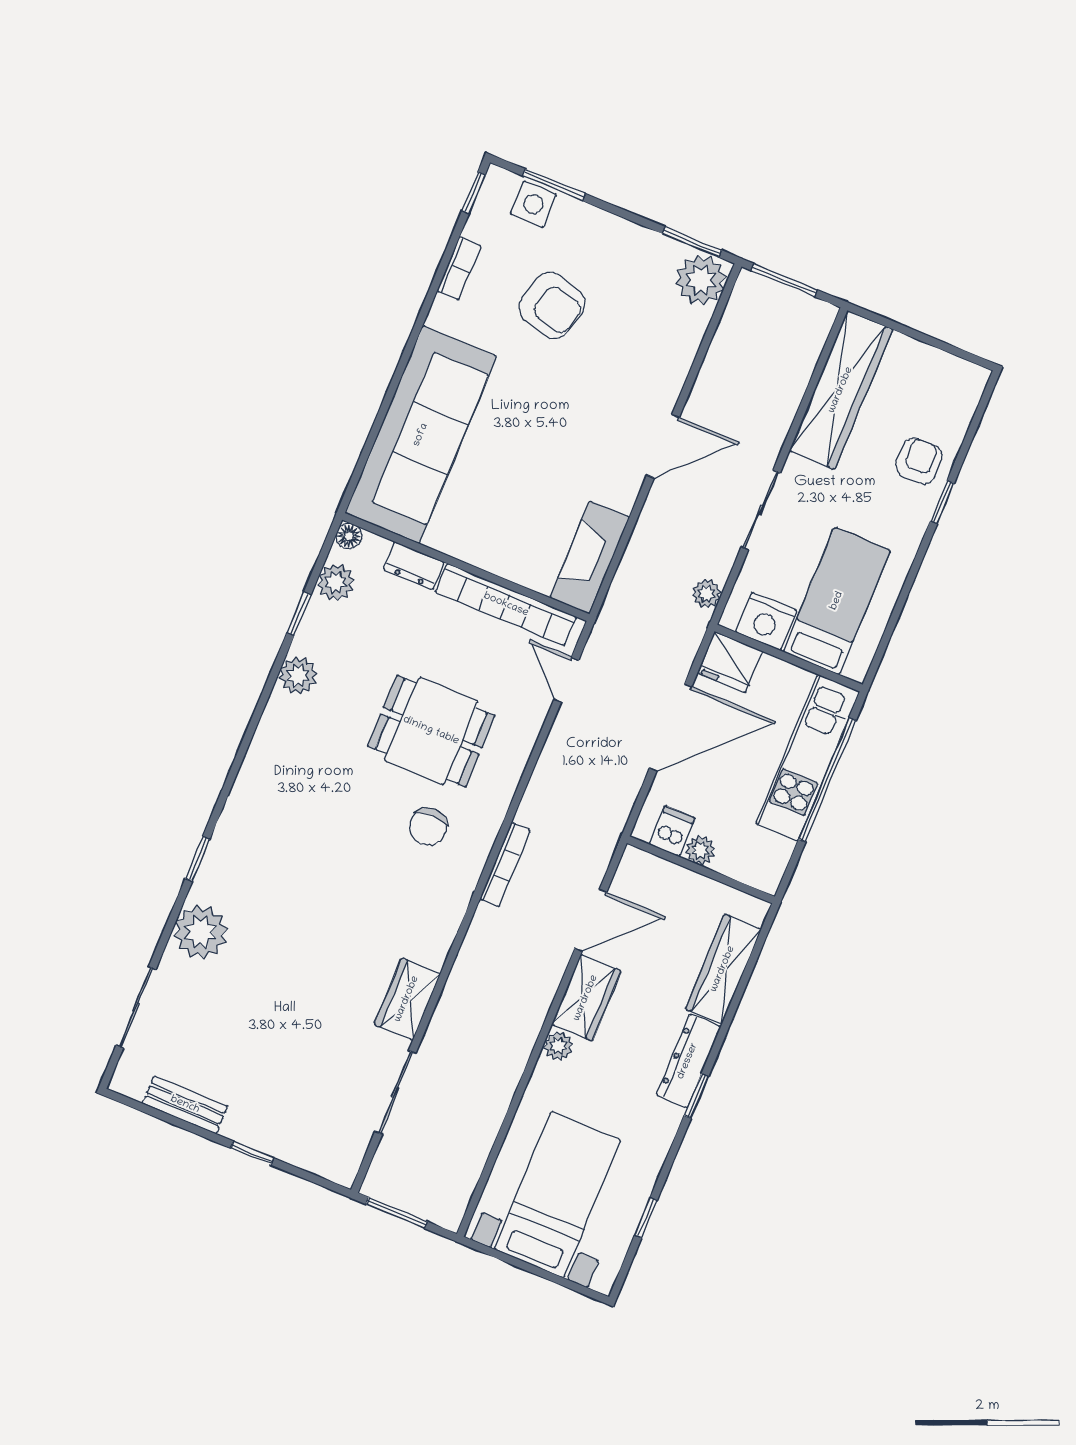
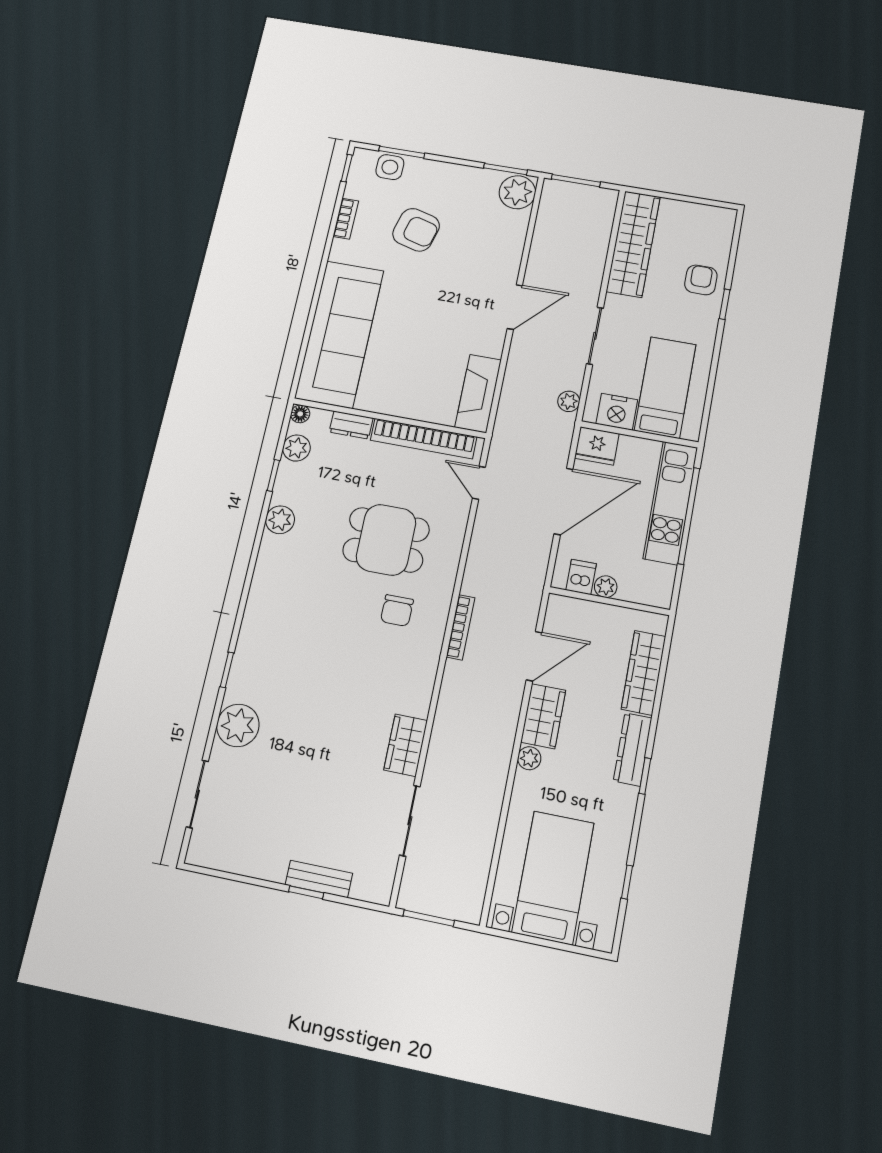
bench: (185, 1105) -> (319, 879), moved

